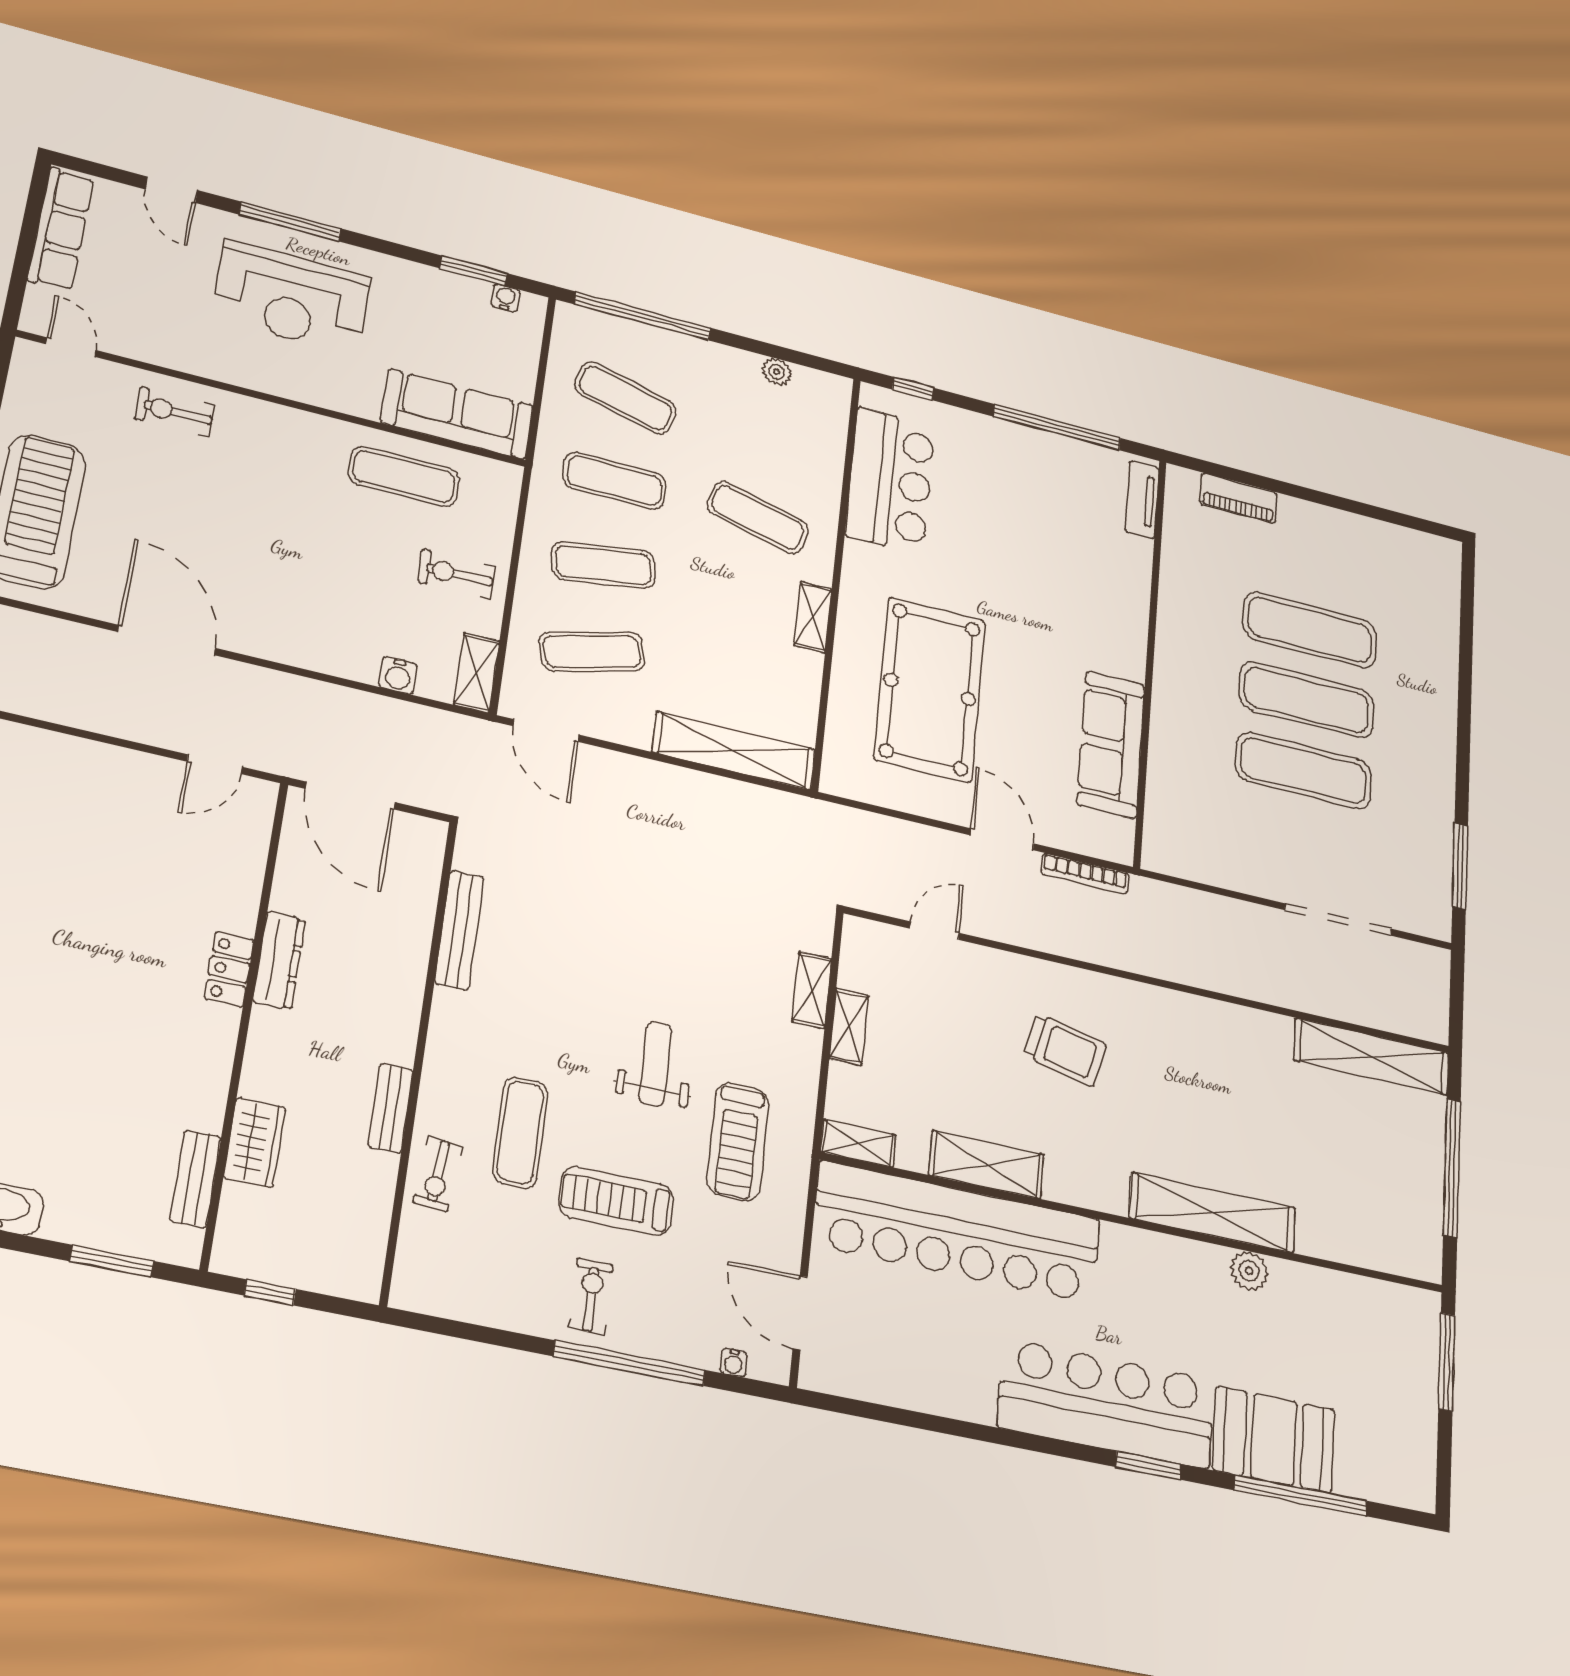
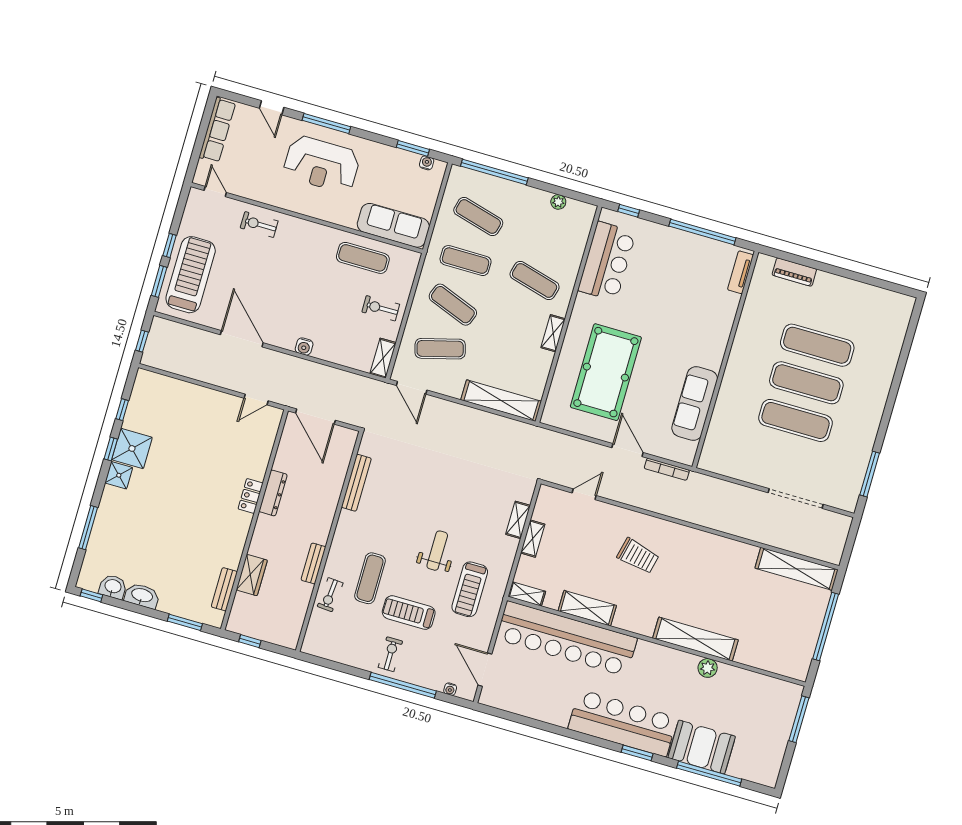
exercise mat: (603, 565) -> (453, 305), turned 30
water cooler: (398, 675) -> (304, 347), moved

